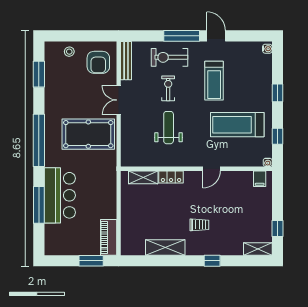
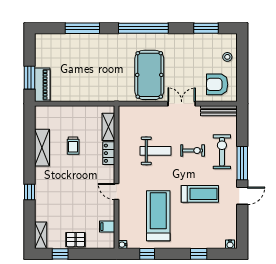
treadmill: (214, 81) -> (200, 194), turned 180
window: (277, 93) -> (199, 254), moved
filing cabinet: (260, 179) -> (107, 227), moved
bar counter: (60, 195) -> (91, 48), removed
pallet: (262, 212) -> (76, 240), added
trolley: (199, 225) -> (73, 146), moved
piano: (109, 237) -> (42, 85), moved, turned 90

